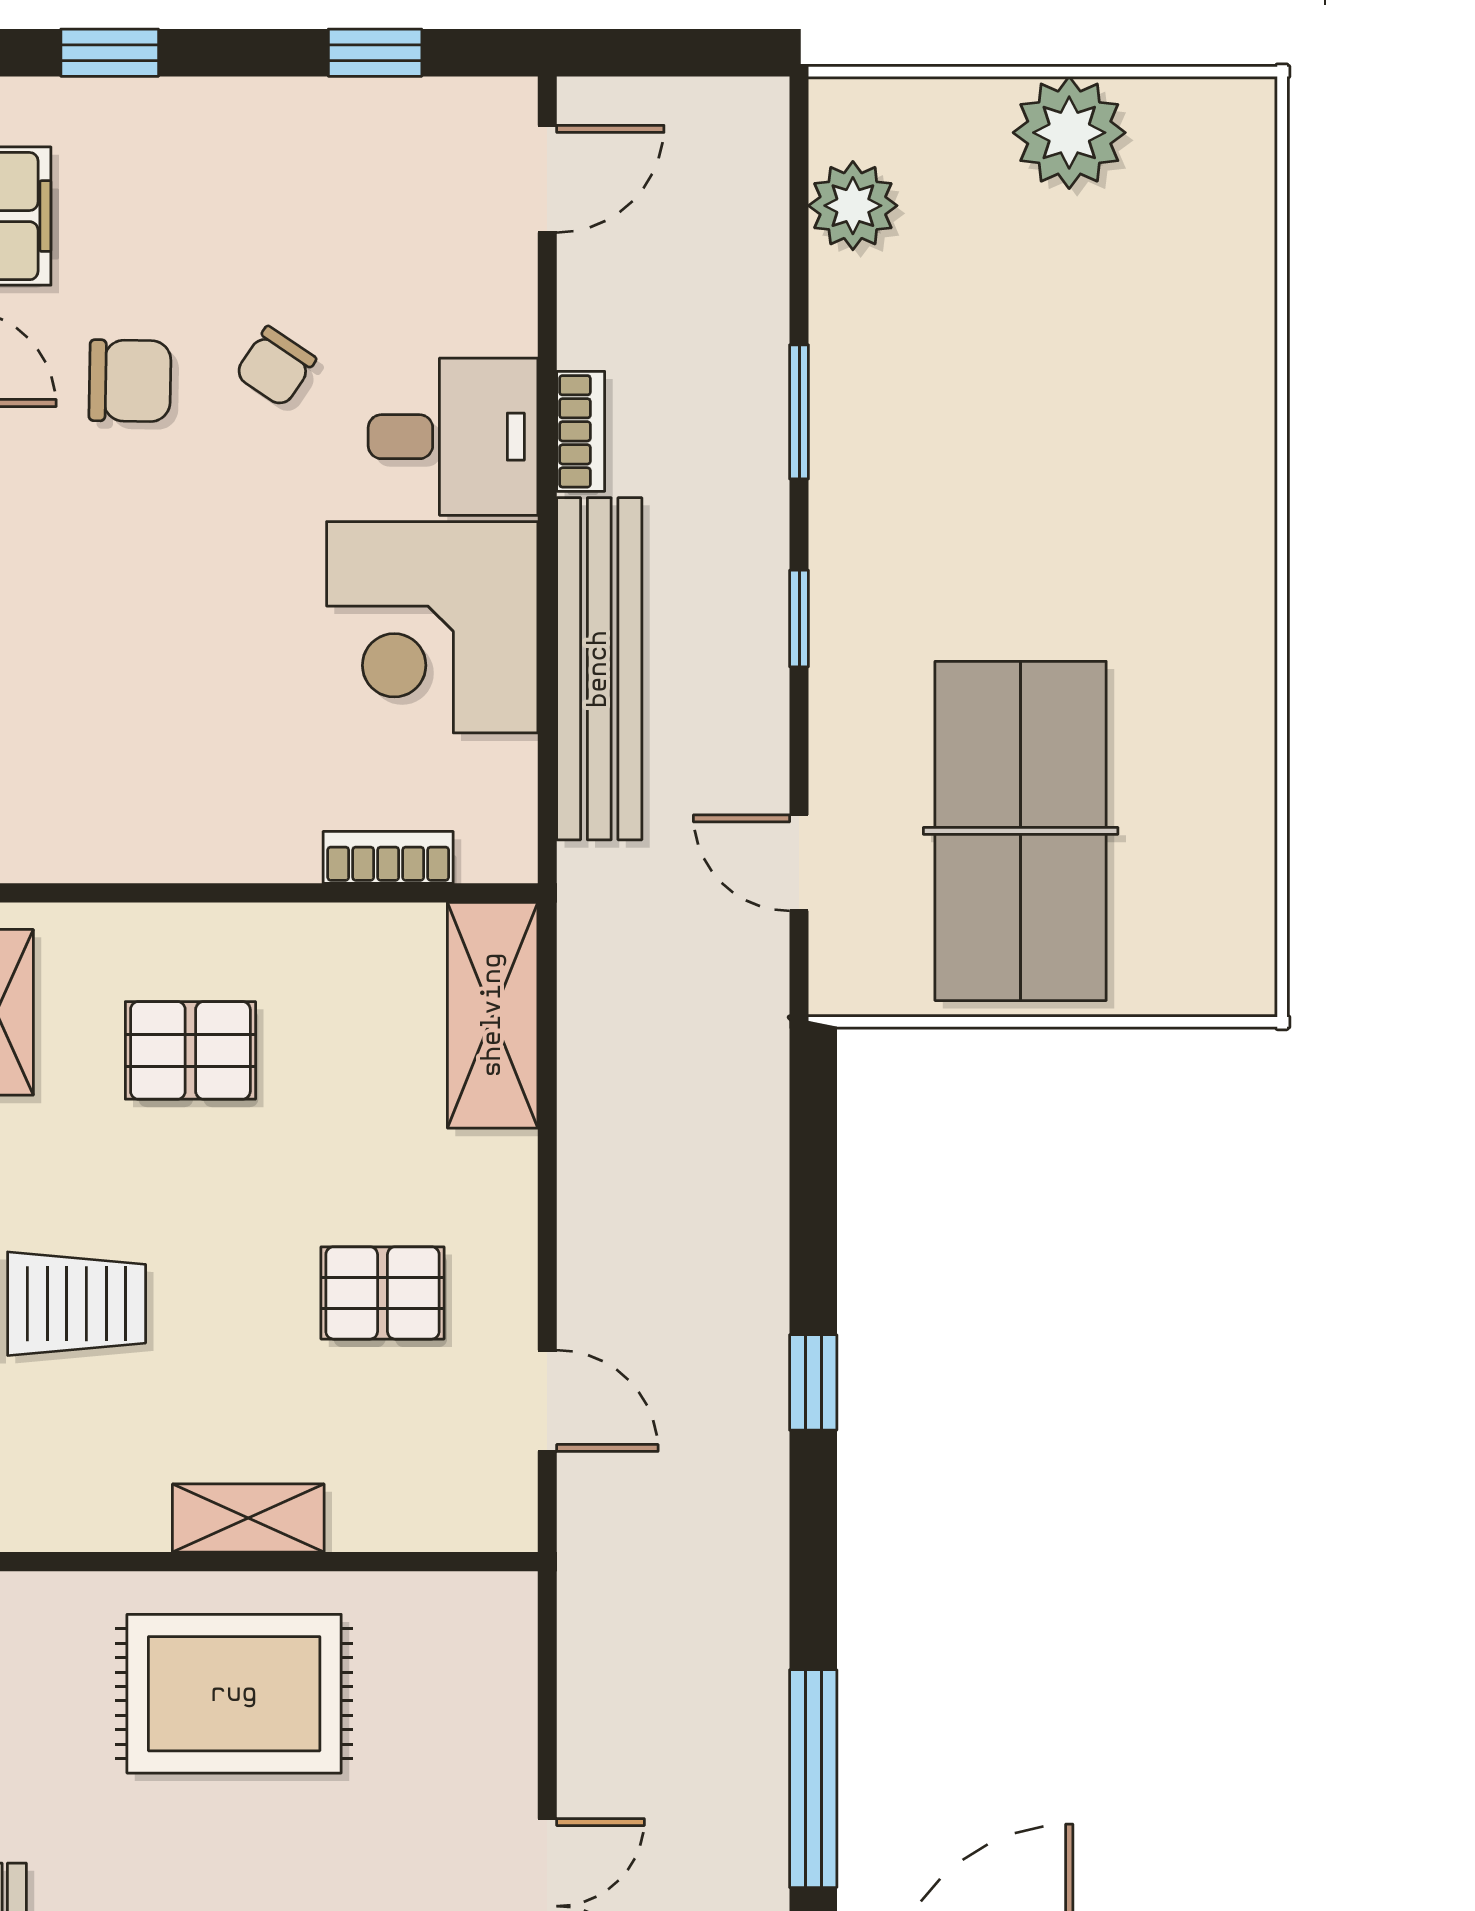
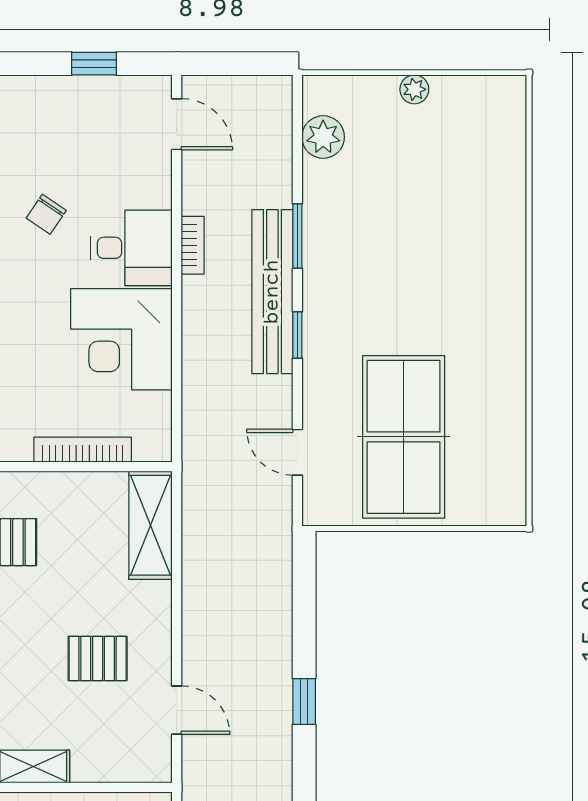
plant: (1069, 133) -> (414, 89), width x0.53, depth x0.53
door: (547, 179) -> (177, 124), hinge flipped
bench: (599, 669) -> (272, 292), moved
bookcase: (388, 857) -> (83, 450), width x1.56

